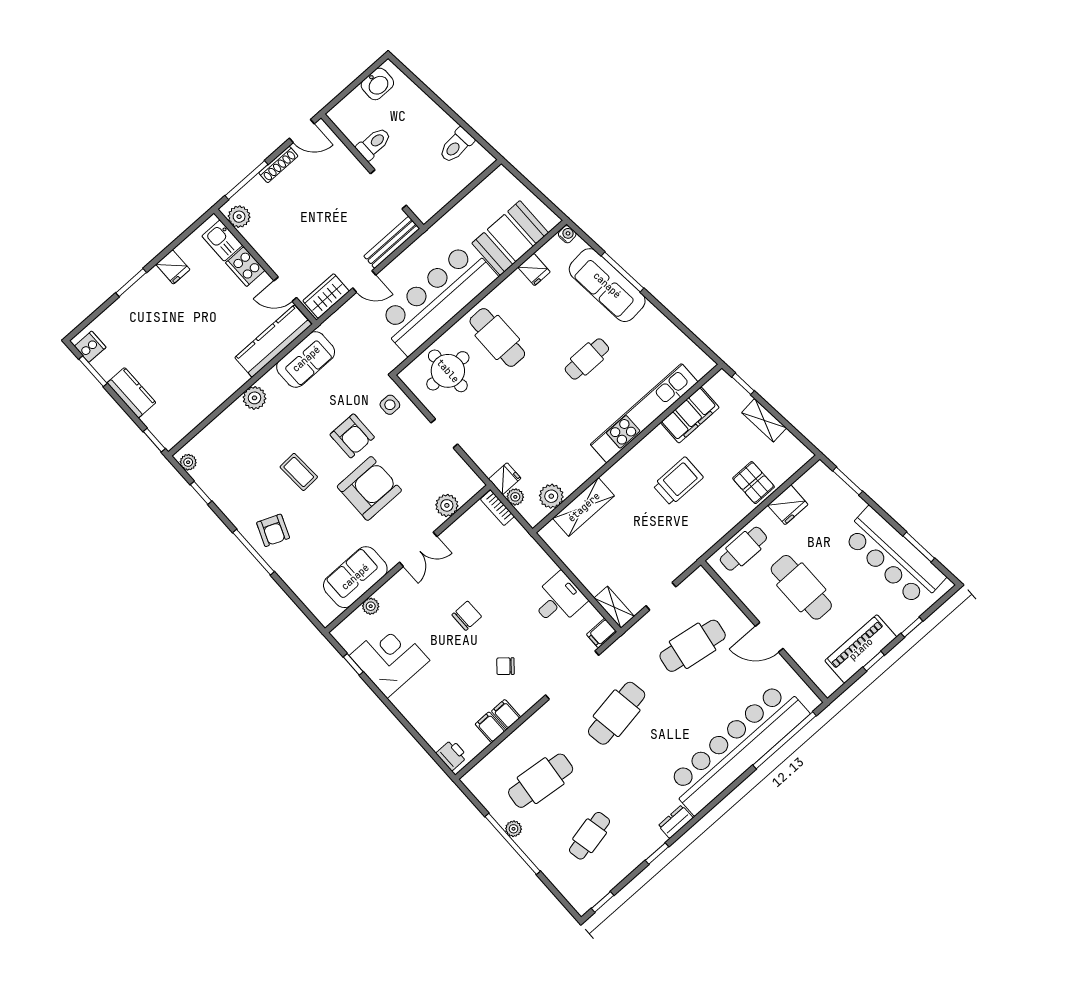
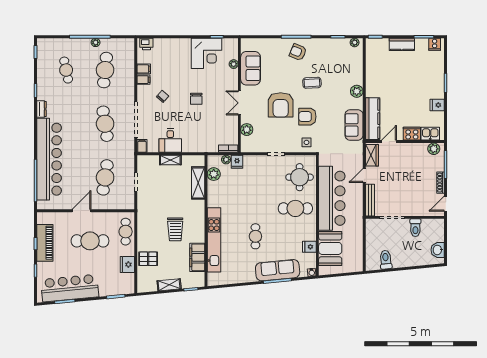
shelving: (614, 607) -> (170, 160), moved

